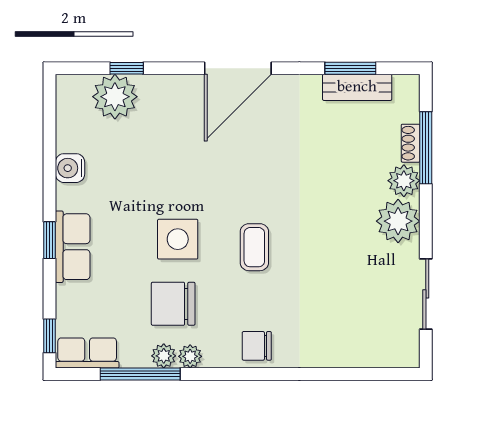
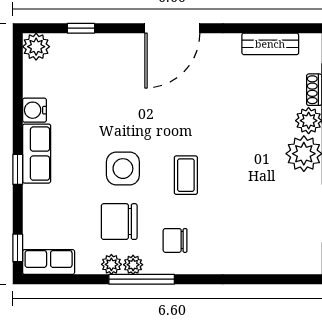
window: (350, 68) -> (265, 28), removed
plant: (115, 97) -> (36, 47), moved, width x0.73, depth x0.73
row of seats: (73, 247) -> (37, 154), moved
chair: (257, 346) -> (175, 240), moved
window: (140, 374) -> (142, 279), moved

